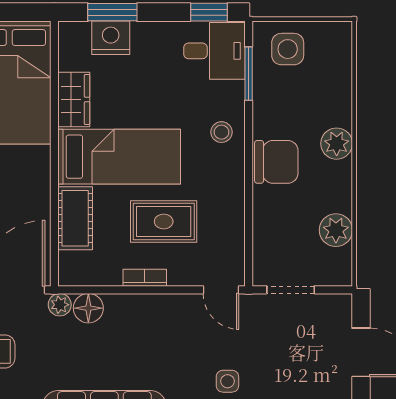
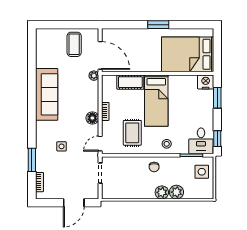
nightstand: (111, 38) -> (206, 82), moved, turned -90
wardrobe: (74, 100) -> (180, 81), removed
chair: (276, 162) -> (154, 167), width x0.54, depth x0.54
rug: (164, 222) -> (132, 133), moved
plant: (336, 230) -> (176, 192), moved
floor lamp: (88, 308) -> (92, 118), moved

